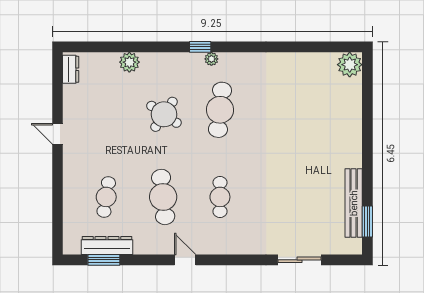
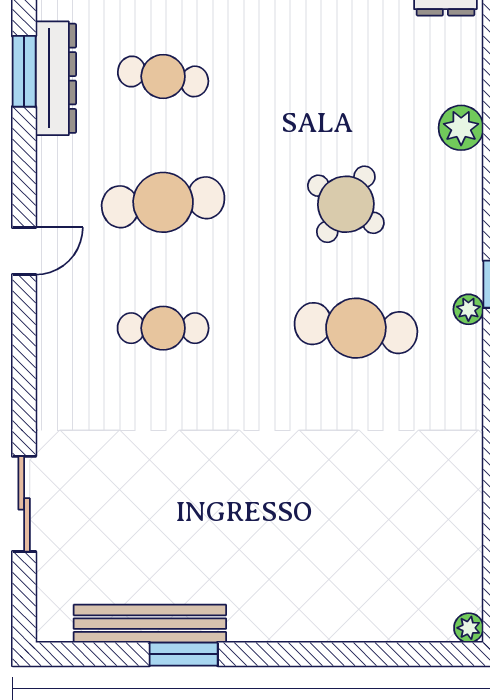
plant: (350, 65) -> (469, 628), width x0.53, depth x0.53
window: (367, 221) -> (184, 654), moved

